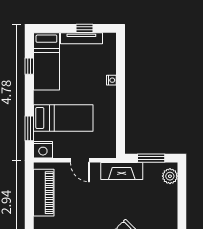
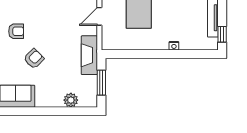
window: (85, 28) -> (222, 34), moved
plant: (170, 176) -> (71, 100), moved

